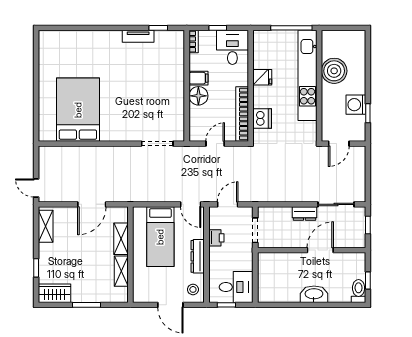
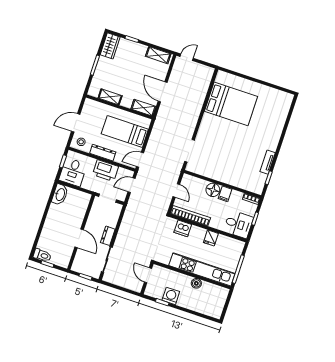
boiler: (334, 71) -> (196, 283), width x0.54, depth x0.54
door: (228, 204) -> (132, 185), swing flipped
printer: (216, 238) -> (105, 171), width x1.87, depth x1.48
shelving: (121, 239) -> (143, 108), moved
washbasin: (314, 294) -> (60, 194), moved

